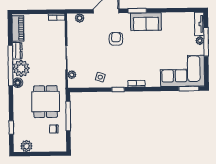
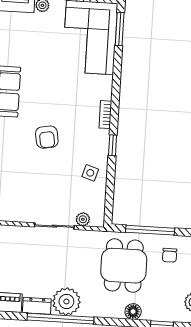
armchair: (116, 39) -> (47, 137), moved, turned -100
floor lamp: (18, 83) -> (133, 312), moved
dining table: (46, 102) -> (124, 266), turned 90

